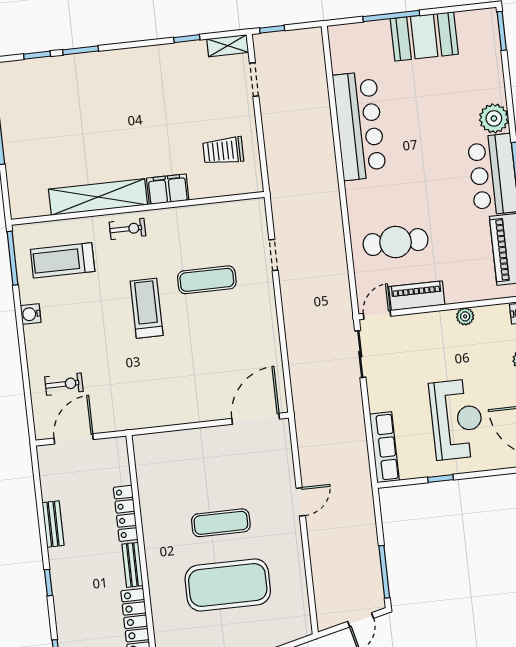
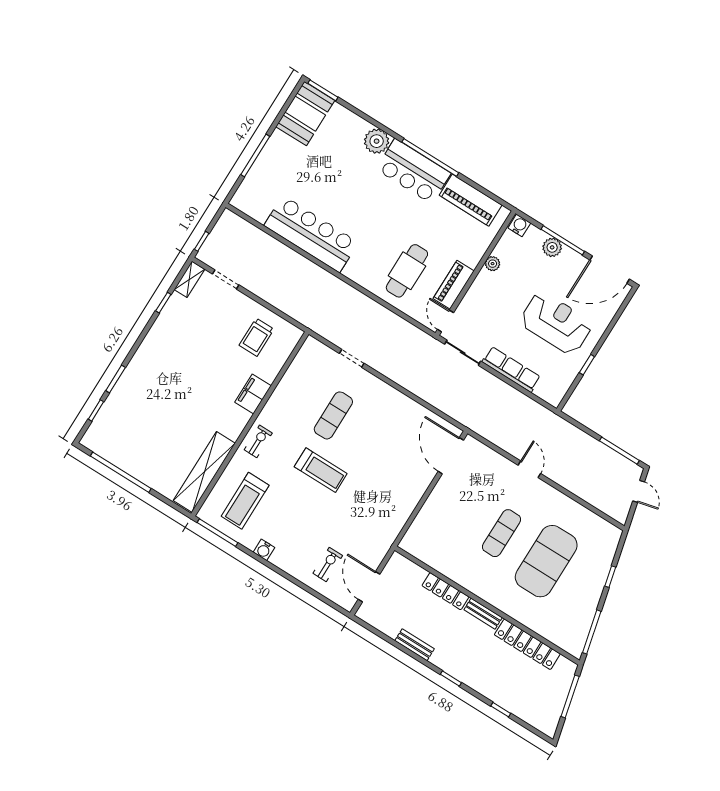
booth: (424, 36) -> (305, 114), moved
shelving: (98, 197) -> (204, 472), moved
treadmill: (147, 308) -> (321, 470), turned 180
row of seats: (384, 447) -> (511, 369), moved

